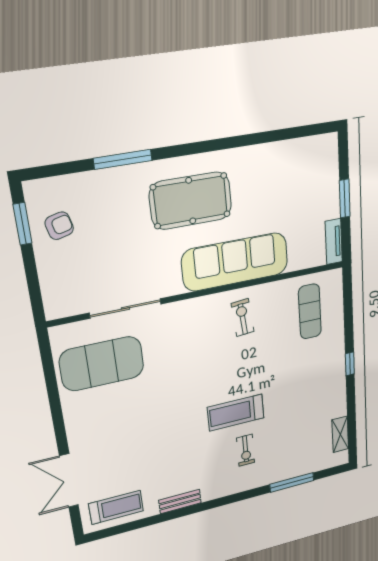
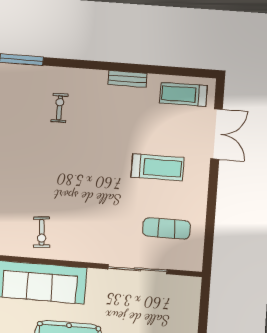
exercise mat: (102, 364) -> (167, 228), width x0.50, depth x0.69
treadmill: (236, 413) -> (157, 167), moved

